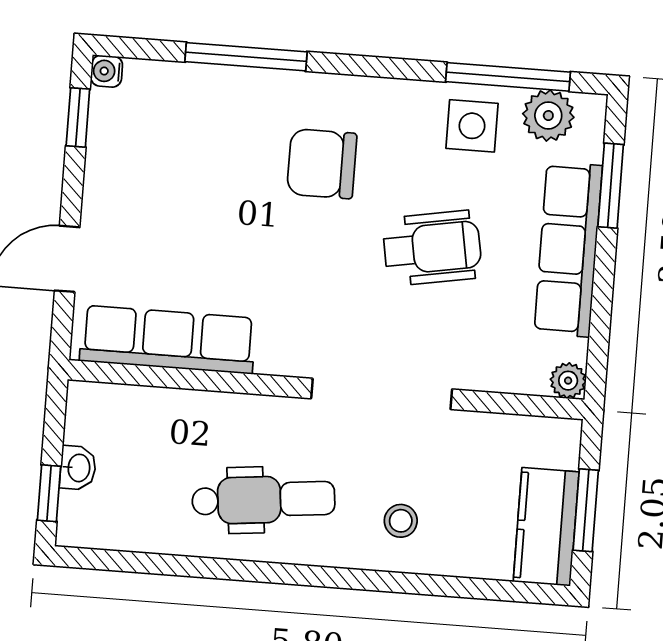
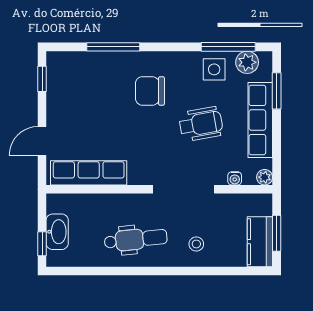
water cooler: (107, 71) -> (235, 178), moved, turned -90
washbasin: (78, 468) -> (57, 232), width x1.91, depth x1.45

